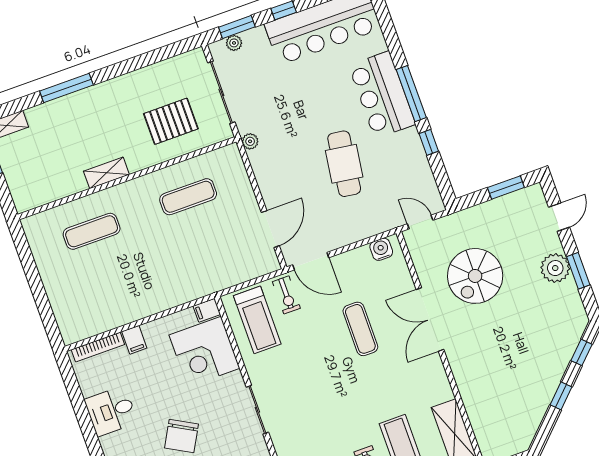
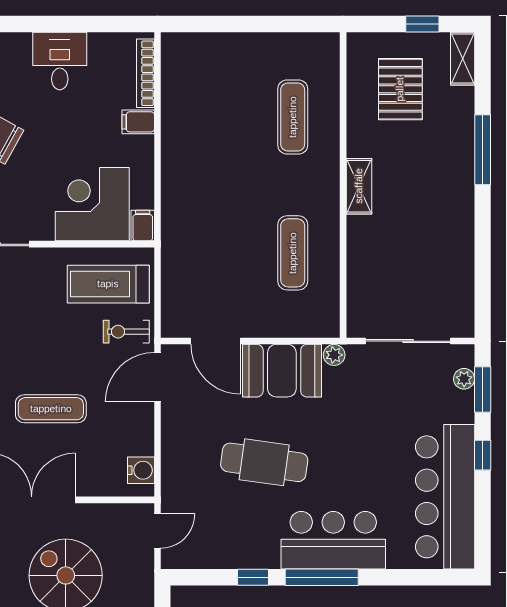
pallet: (171, 121) -> (400, 89), moved
shelving: (106, 173) -> (359, 186), moved
booth: (275, 174) -> (282, 371), added

